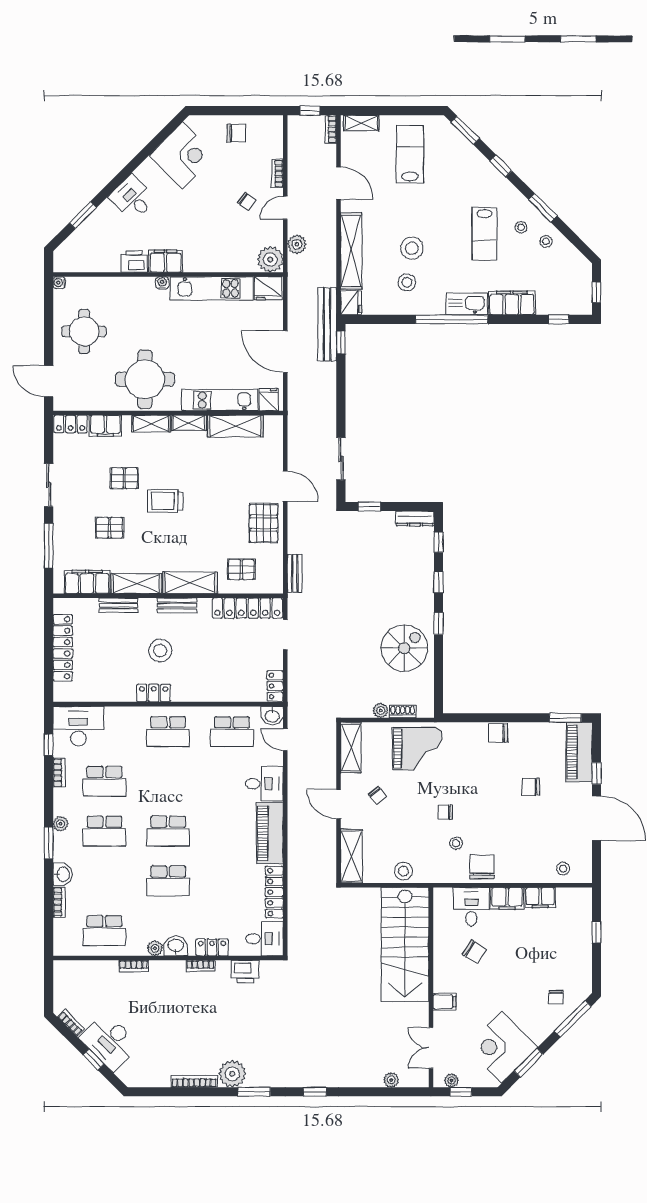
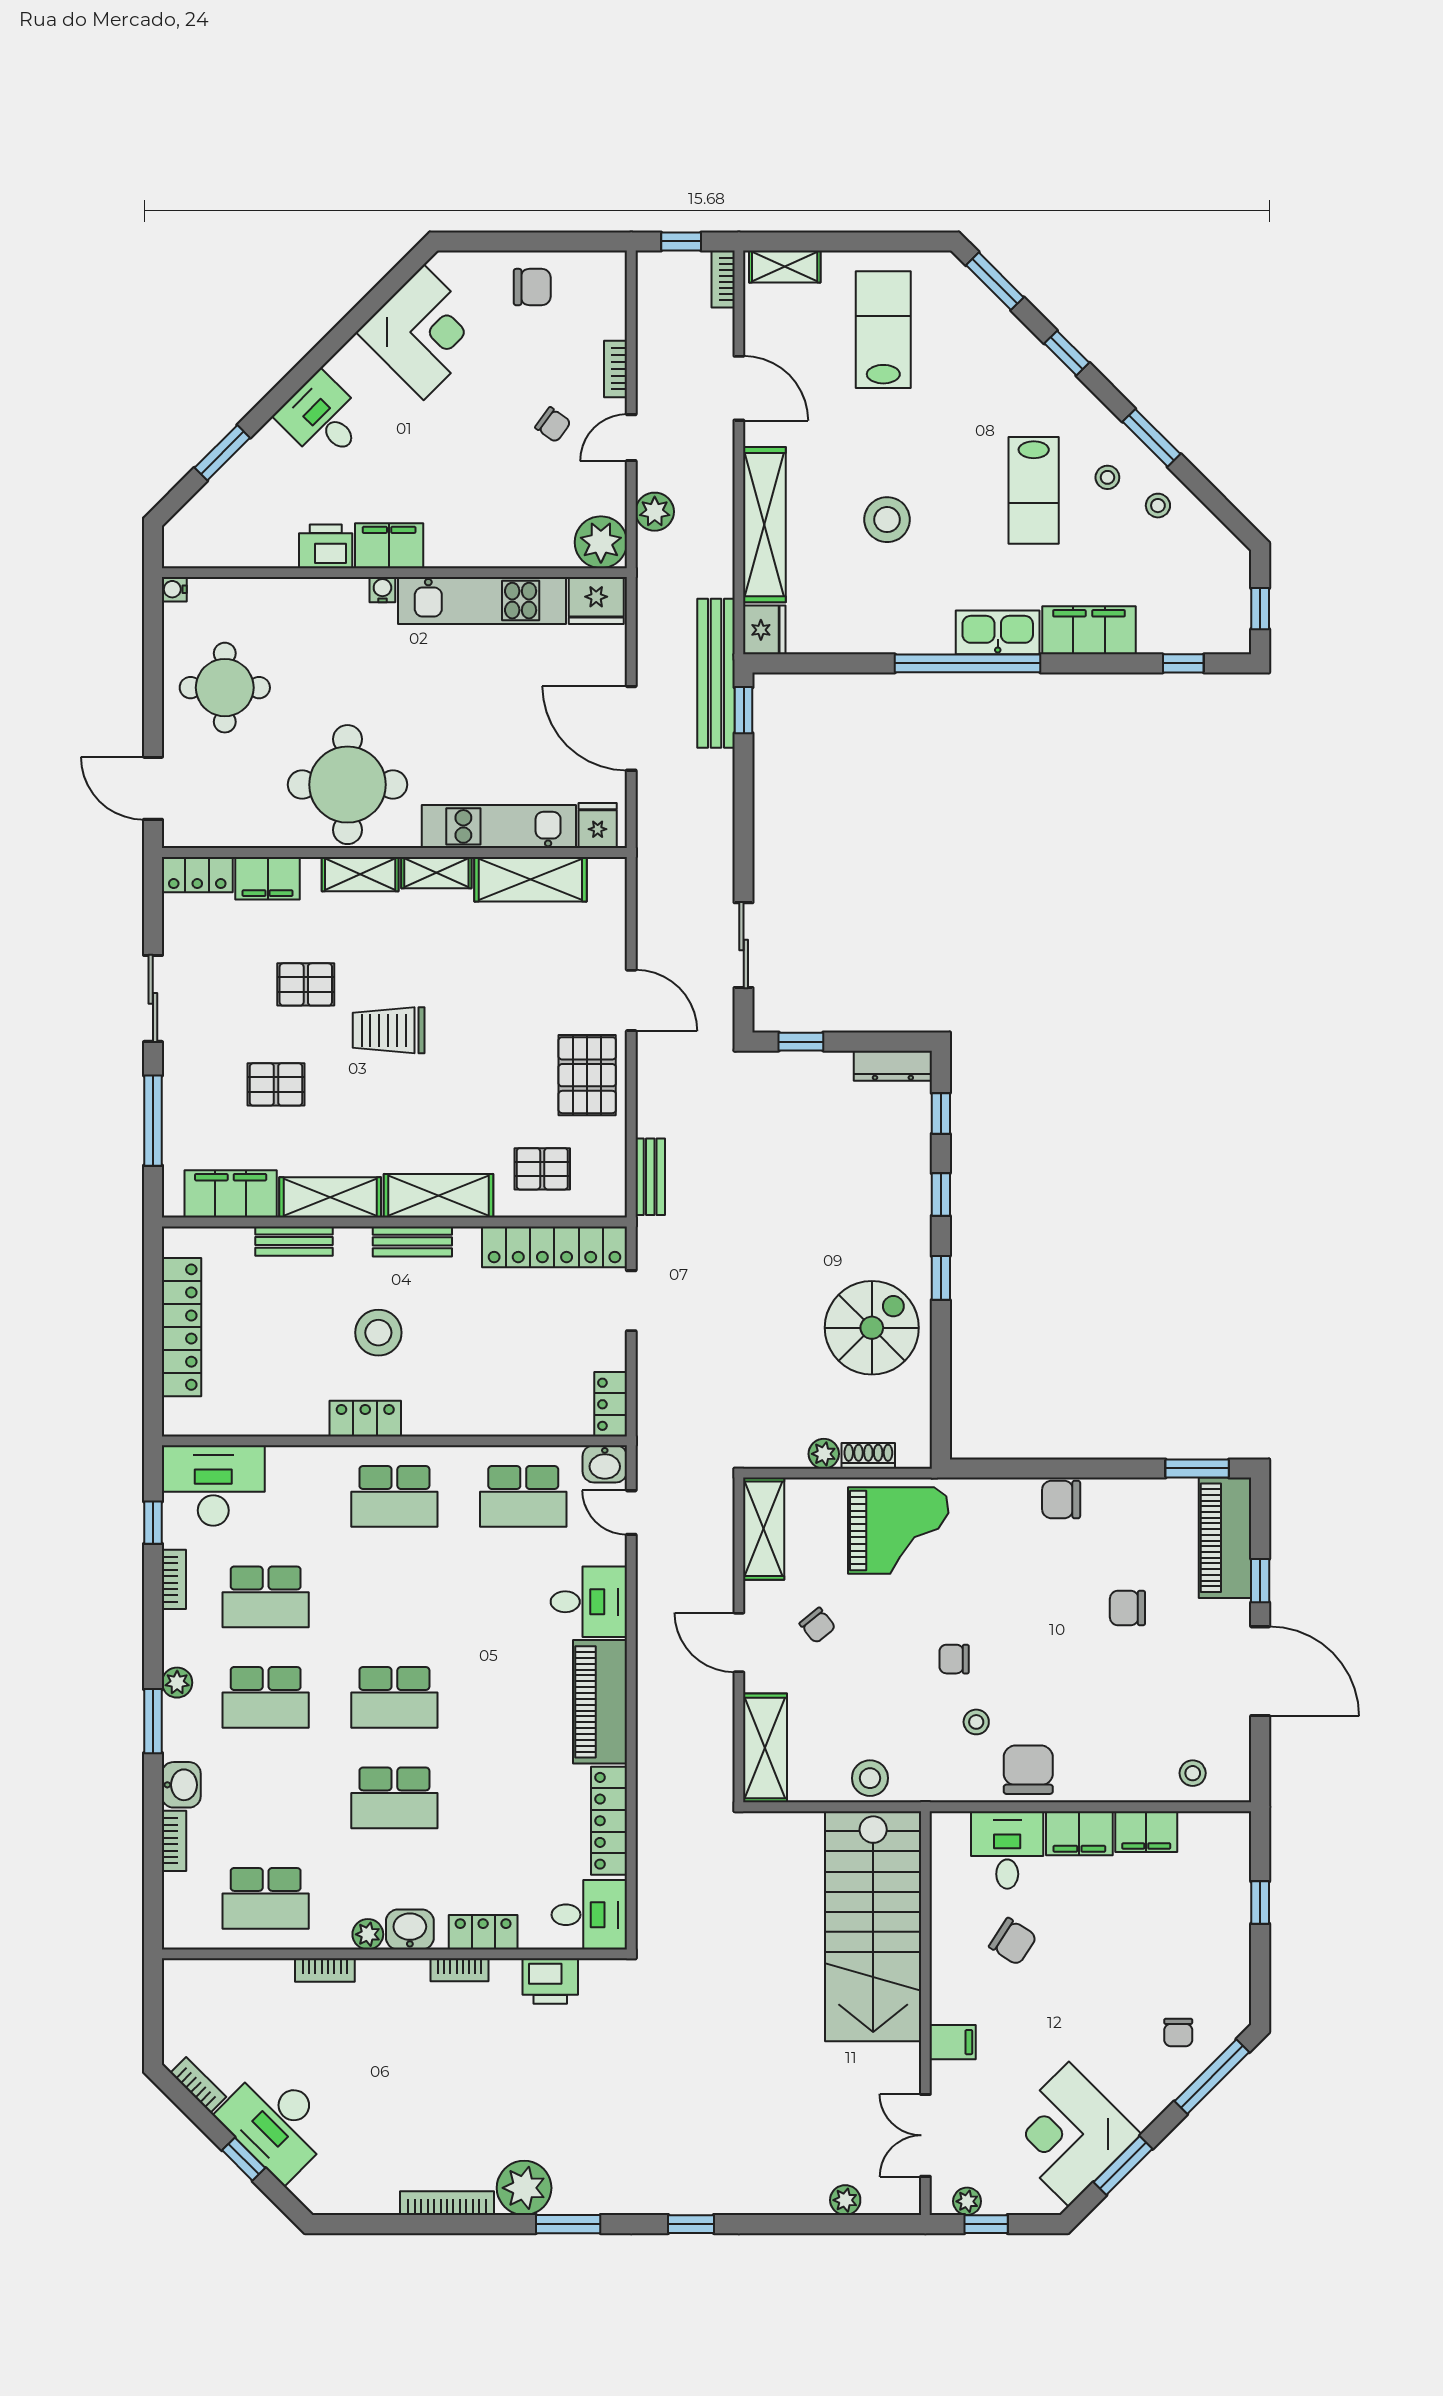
stool: (407, 282) -> (877, 588), removed

